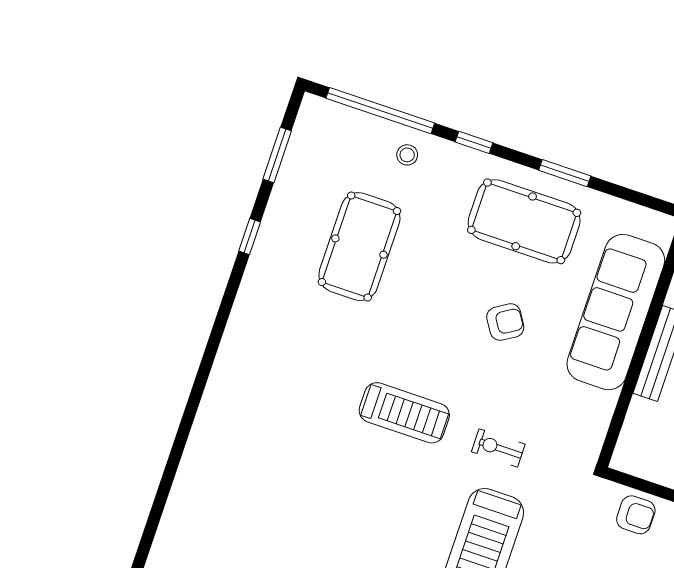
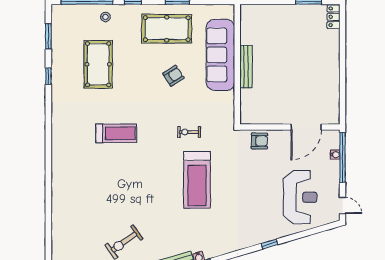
treadmill: (404, 413) -> (116, 133), moved

